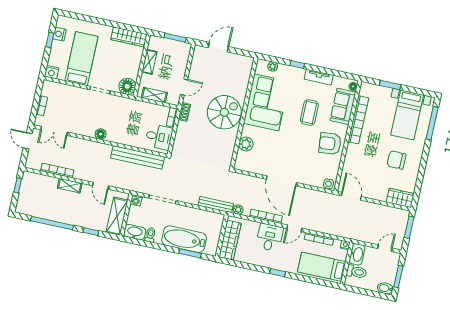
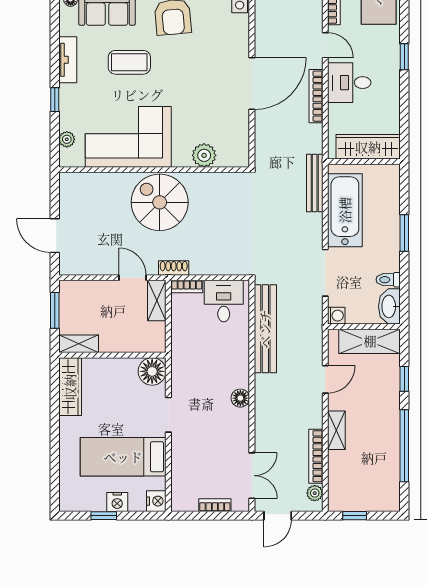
nightstand: (59, 34) -> (117, 502), moved
shelving: (149, 62) -> (79, 344), moved
shelving: (154, 95) -> (157, 301), moved
plant: (238, 210) -> (315, 493), moved
bathtub: (184, 239) -> (345, 210), moved, turned 180
window: (190, 253) -> (404, 233), moved

